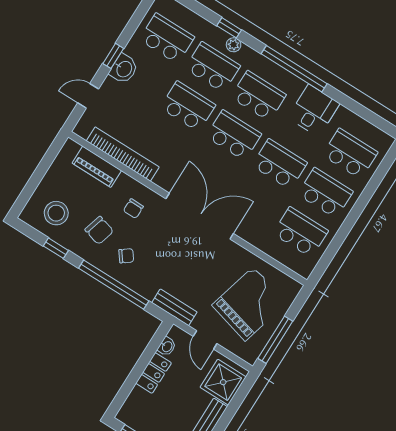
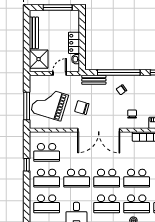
chair: (99, 230) -> (82, 108), moved
window: (343, 233) -> (27, 165), added
grand piano: (249, 304) -> (49, 104), turned 92
bench: (174, 307) -> (94, 80), moved
door: (205, 340) -> (60, 74), hinge flipped
window: (275, 340) -> (27, 106), moved

